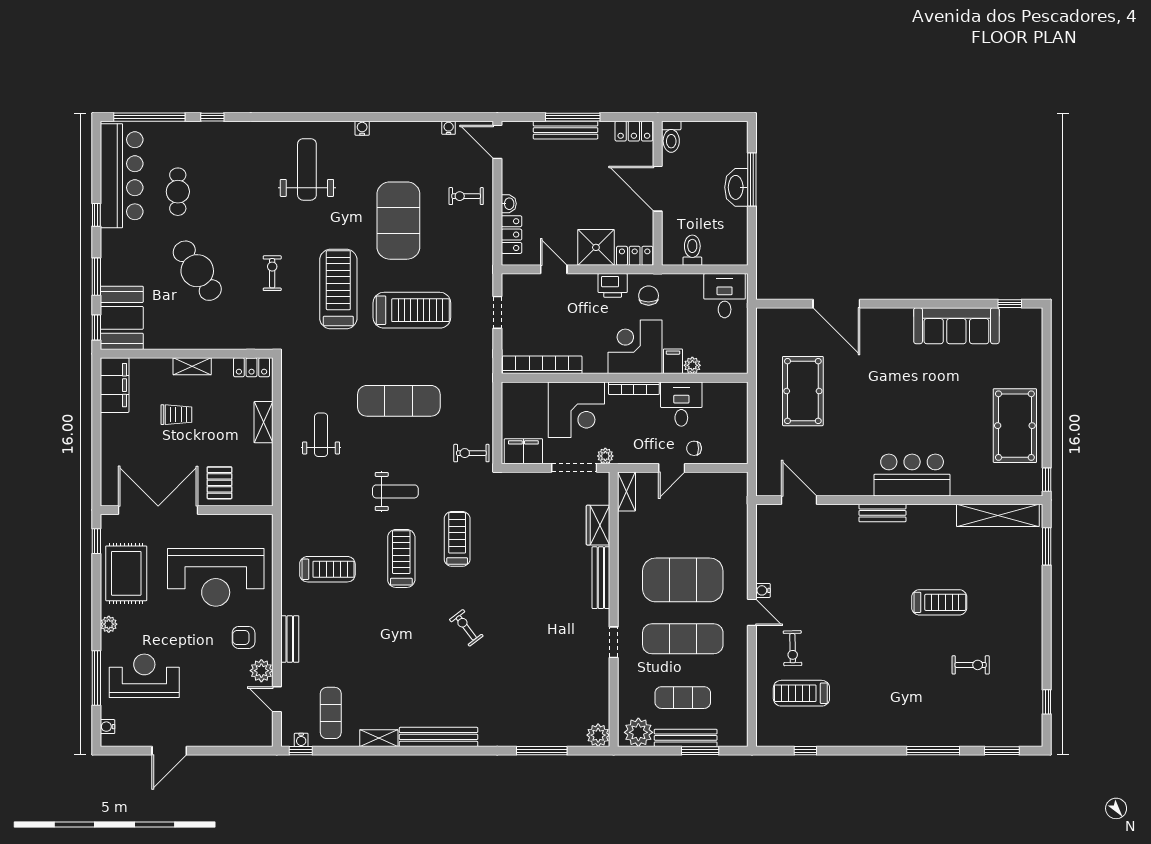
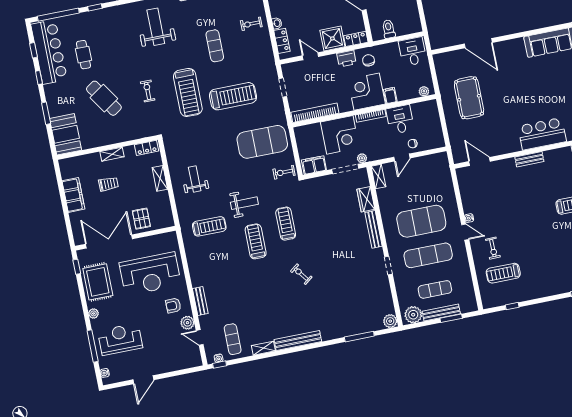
exercise mat: (398, 221) -> (215, 46), width x0.50, depth x0.69
treadmill: (338, 289) -> (188, 92), turned 180
window: (96, 328) -> (33, 50), moved
plant: (692, 365) -> (424, 91), moved
filing cabinet: (115, 385) -> (73, 195), moved
exercise mat: (399, 401) -> (262, 142), moved, width x1.47
treadmill: (327, 569) -> (209, 226), moved

